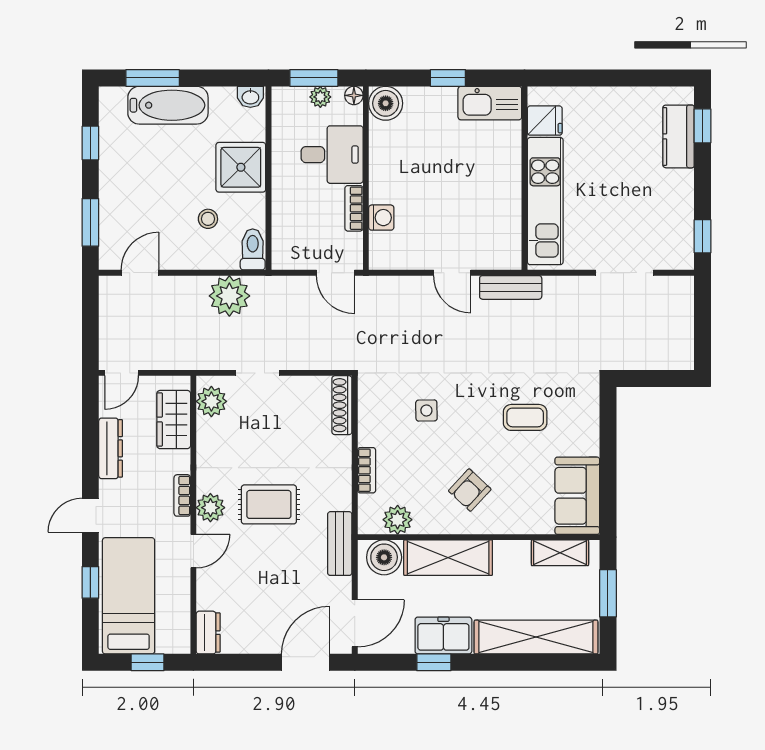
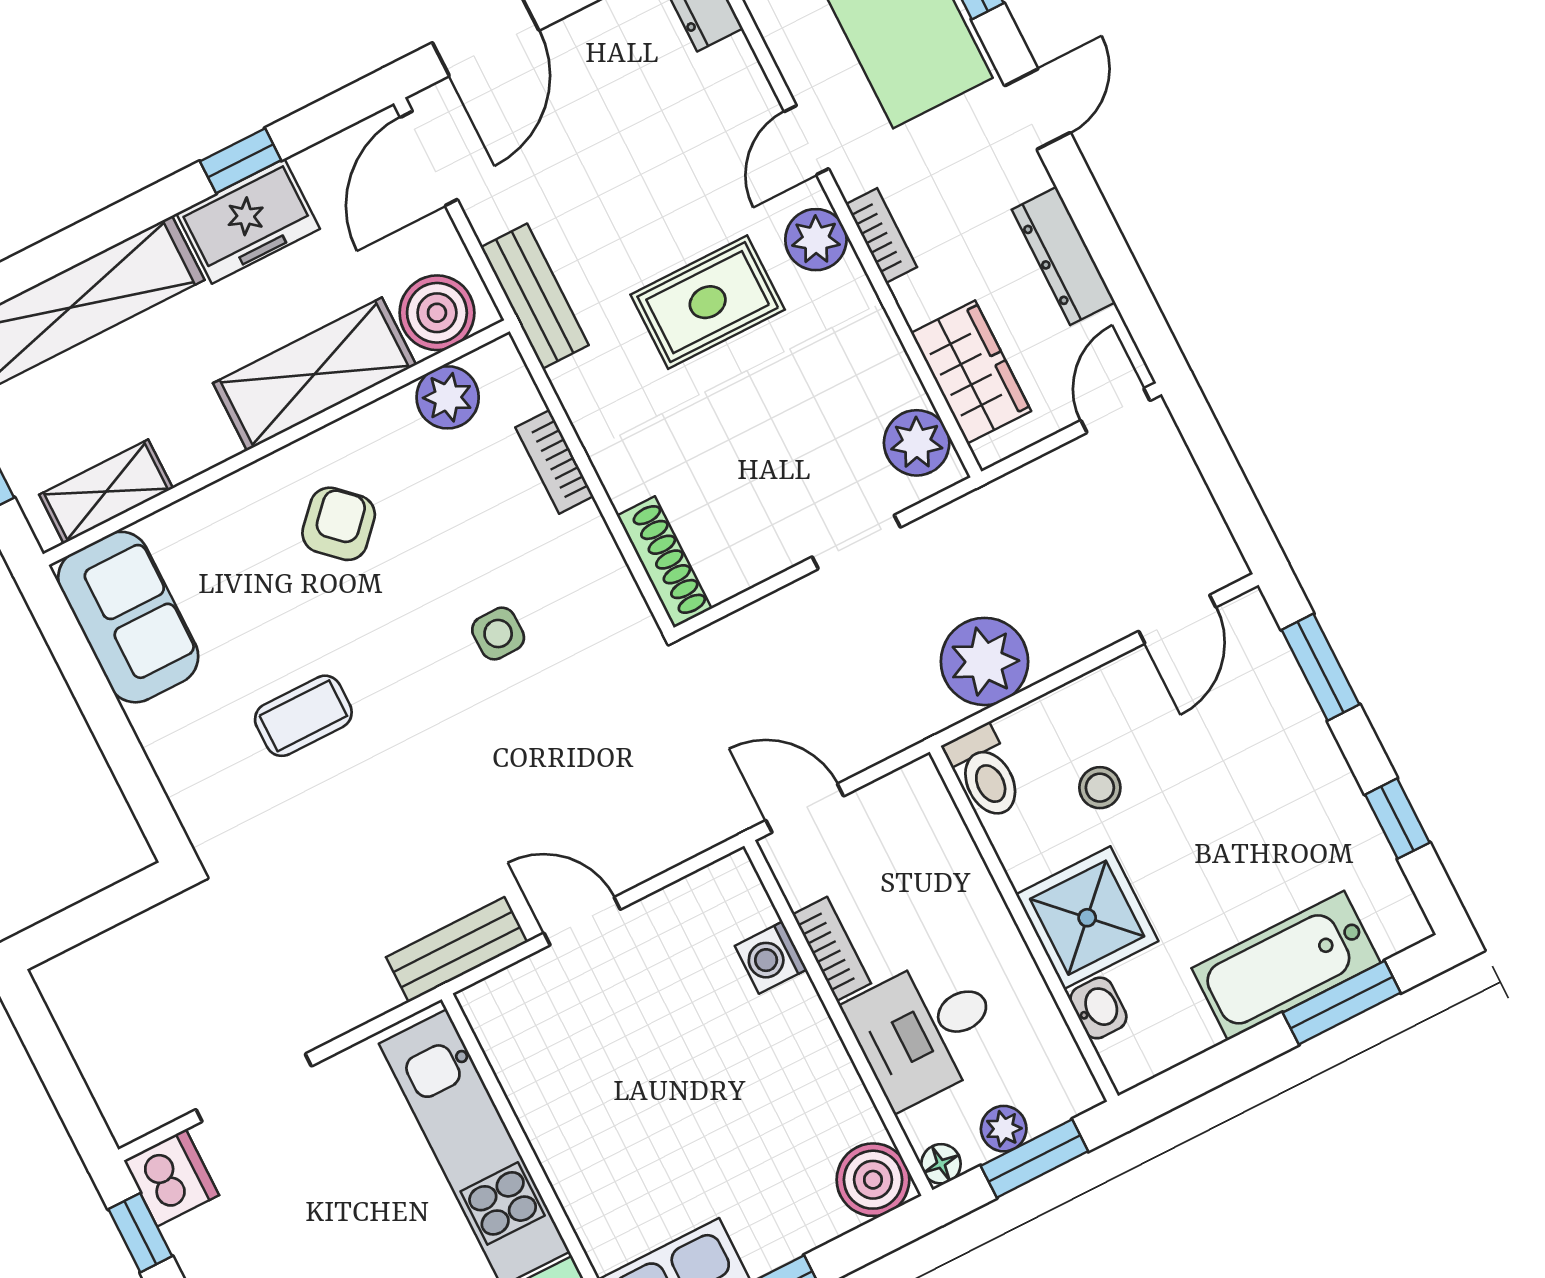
washbasin: (250, 97) -> (1098, 1008), moved, turned 90
dishwasher: (678, 253) -> (171, 1178), added

